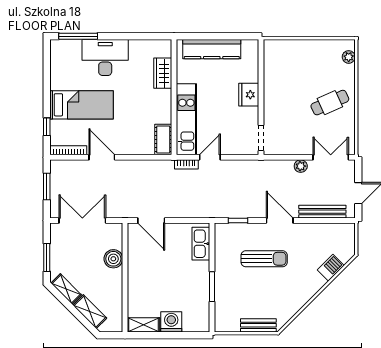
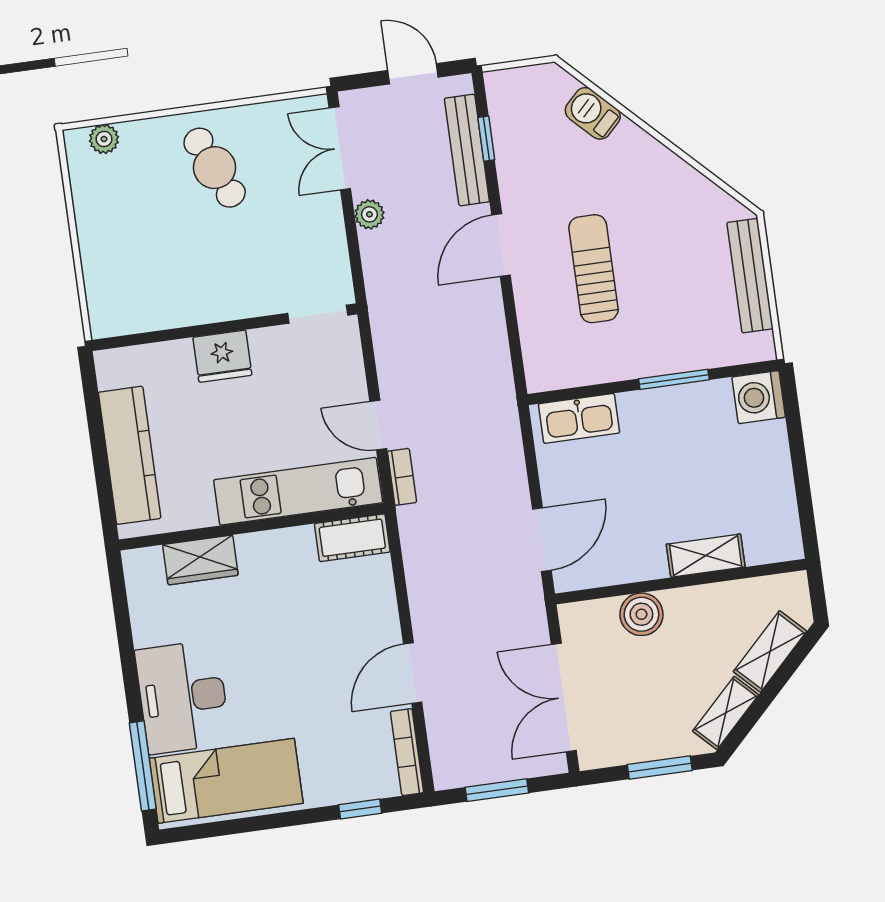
bed: (81, 105) -> (226, 781), moved, turned 90
window: (238, 221) -> (486, 139), moved
washing machine: (171, 322) -> (759, 397), moved
shelving: (144, 325) -> (706, 556), moved, turned 90
bench: (258, 325) -> (750, 276), width x1.36

